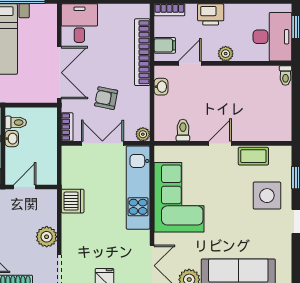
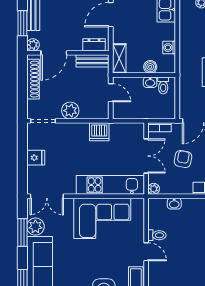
washbasin: (161, 87) -> (174, 204), moved
toilet: (183, 130) -> (157, 235), moved

